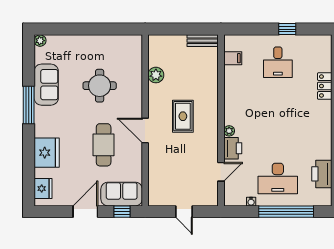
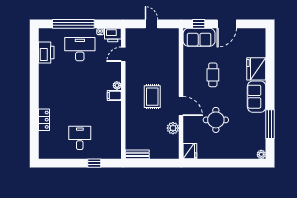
window: (287, 29) -> (94, 163), moved
filing cabinet: (233, 58) -> (114, 96), moved
sofa: (46, 85) -> (257, 97), moved
window: (29, 105) -> (270, 124), moved
door: (145, 131) -> (181, 106), moved
cafe table: (104, 145) -> (213, 75), width x0.73, depth x0.74
printer: (233, 148) -> (113, 35), moved, turned -90
fridge: (43, 189) -> (190, 151), moved, turned 180

